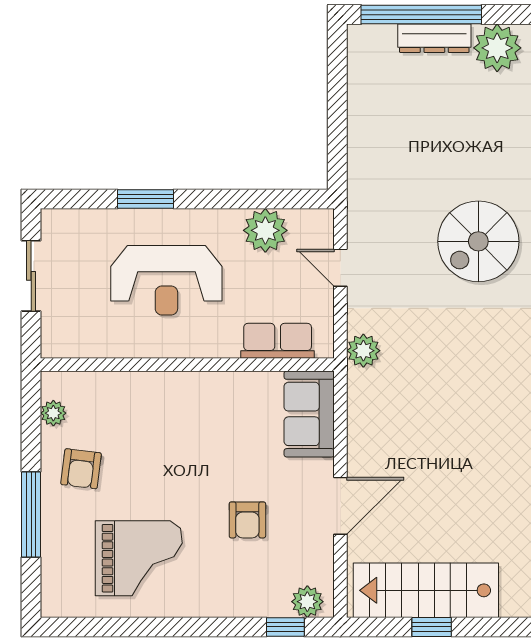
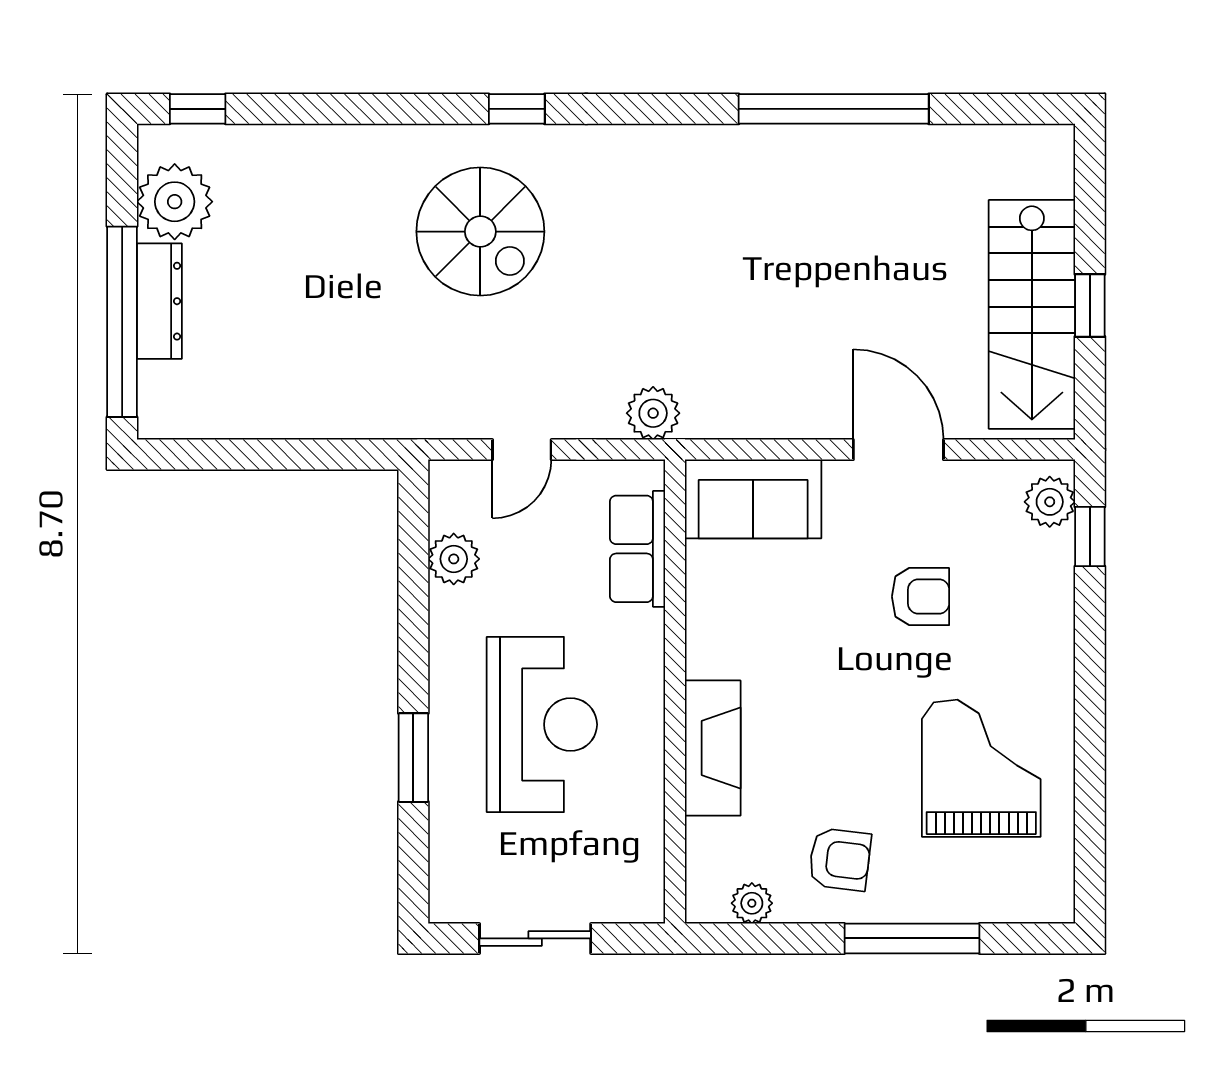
plant: (265, 230) -> (454, 559), width x0.73, depth x0.73
fireplace: (152, 388) -> (713, 748), added

